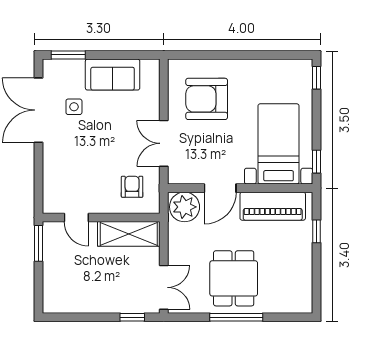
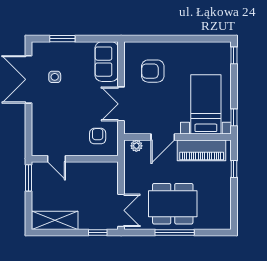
window: (68, 55) -> (62, 39), moved
sofa: (113, 75) -> (107, 62), moved, turned 90
armchair: (207, 99) -> (153, 71), width x0.73, depth x0.73
plant: (185, 207) -> (136, 146), width x0.53, depth x0.53
shelving: (129, 234) -> (55, 220), moved
dining table: (234, 278) -> (173, 204), width x1.38

